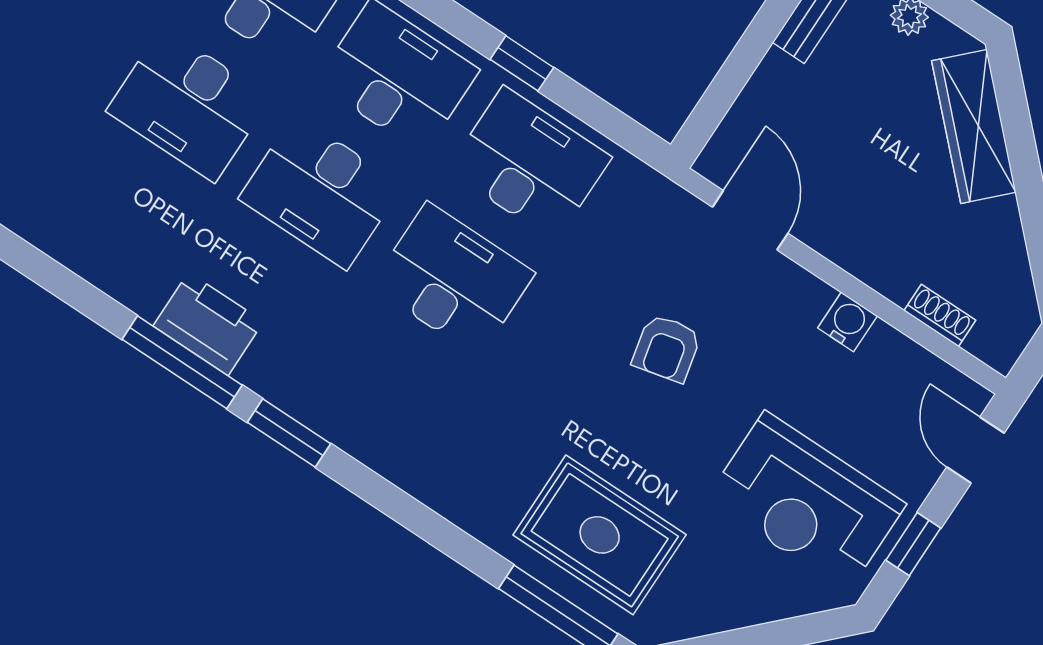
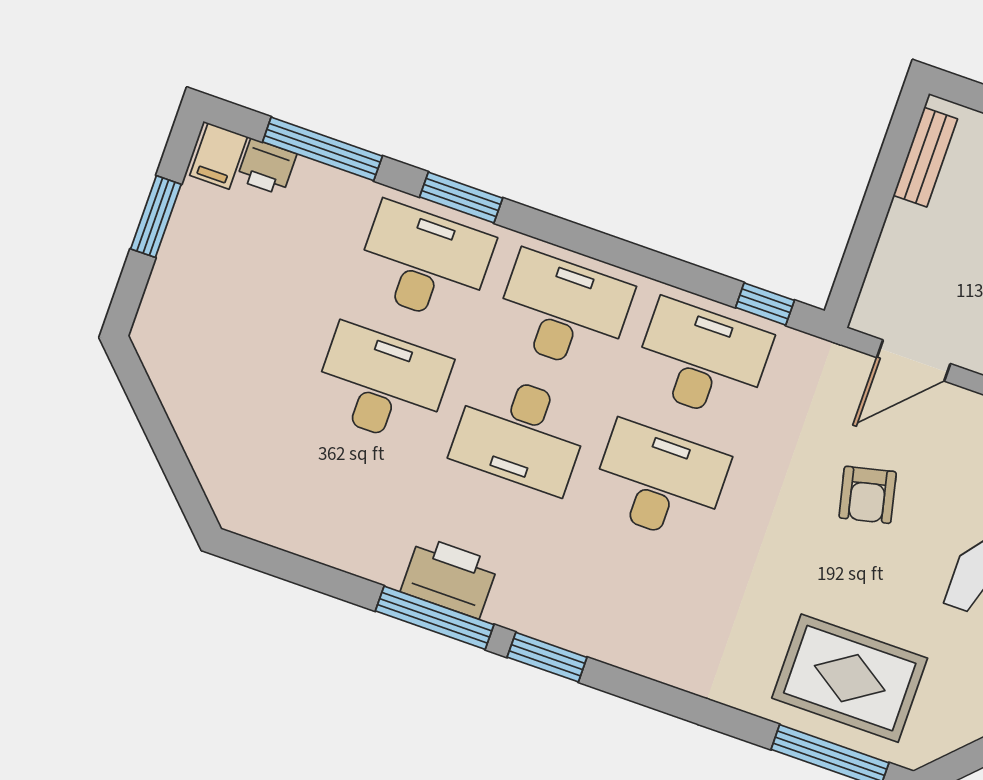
window: (522, 63) -> (765, 304), moved
desk: (188, 105) -> (382, 384), turned 180
door: (750, 220) -> (914, 361), swing flipped

